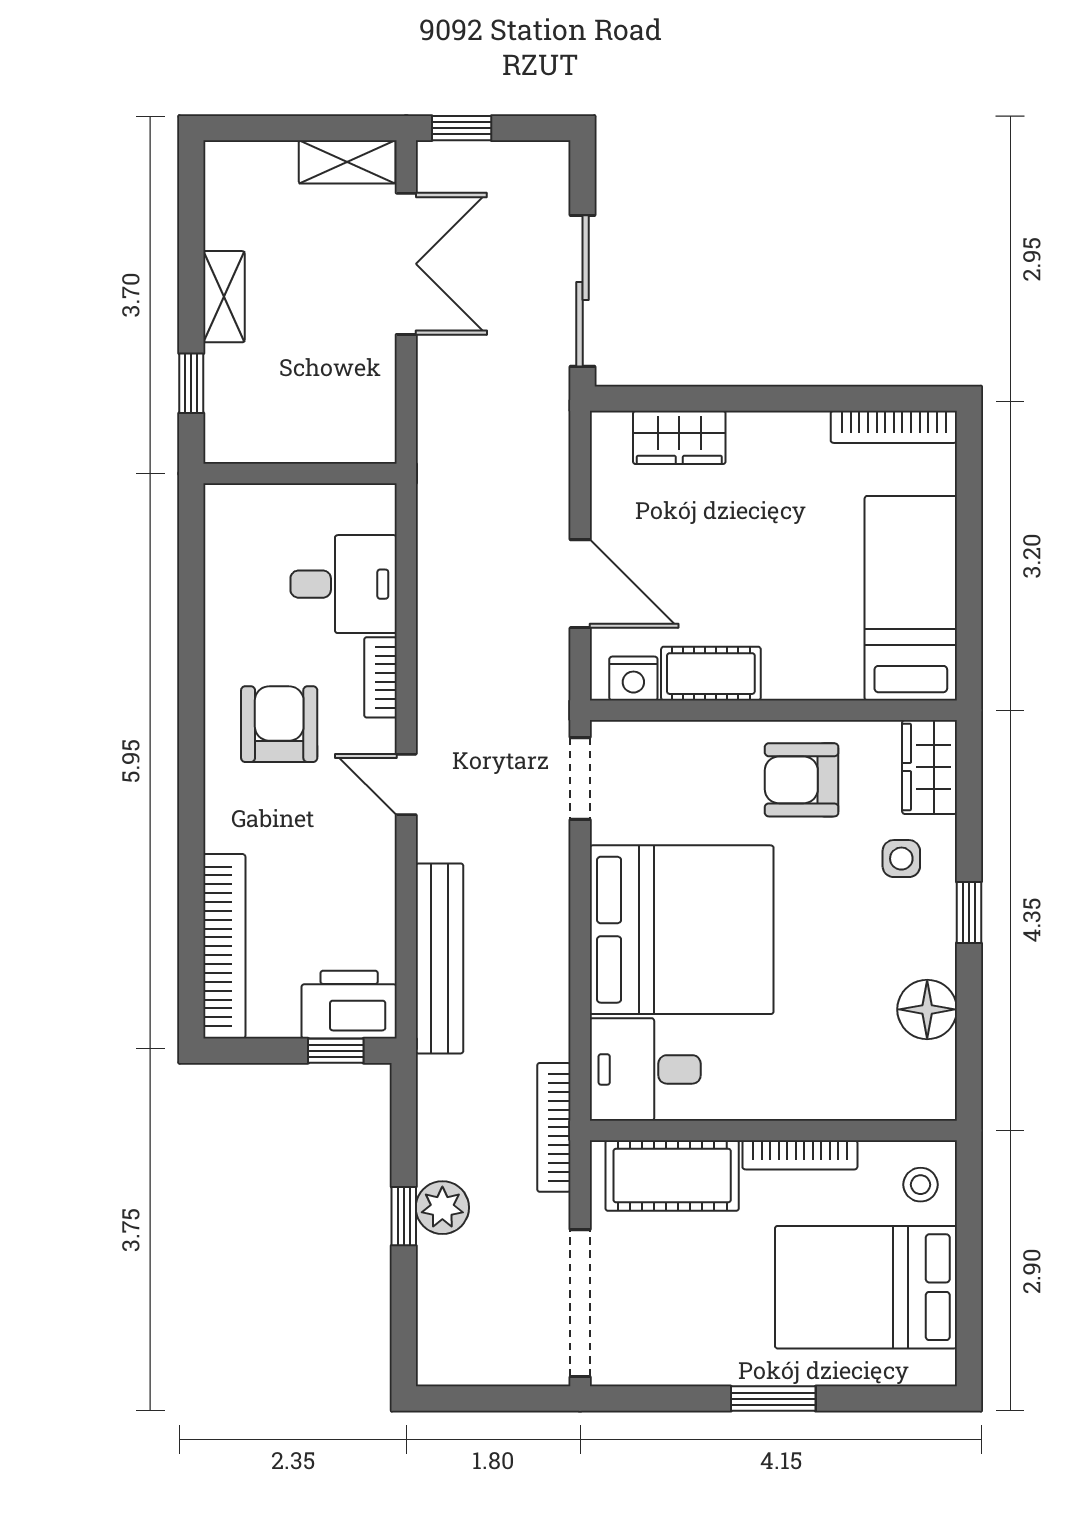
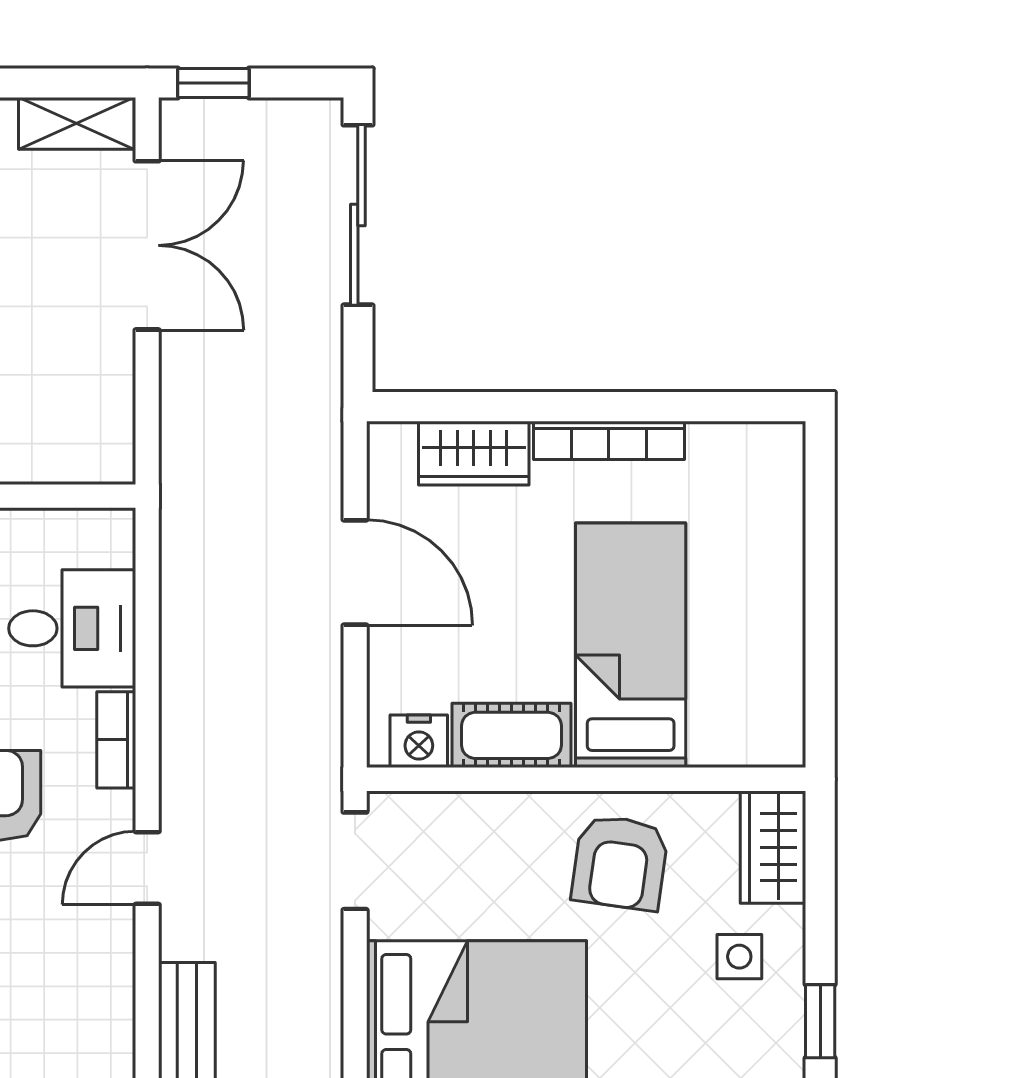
sliding door: (583, 291) -> (358, 215), moved
bookcase: (894, 427) -> (609, 440), moved
door: (580, 584) -> (355, 573), moved
bed: (911, 598) -> (631, 645), moved
armchair: (802, 780) -> (620, 862), turned -82
door: (406, 784) -> (147, 868), hinge flipped

